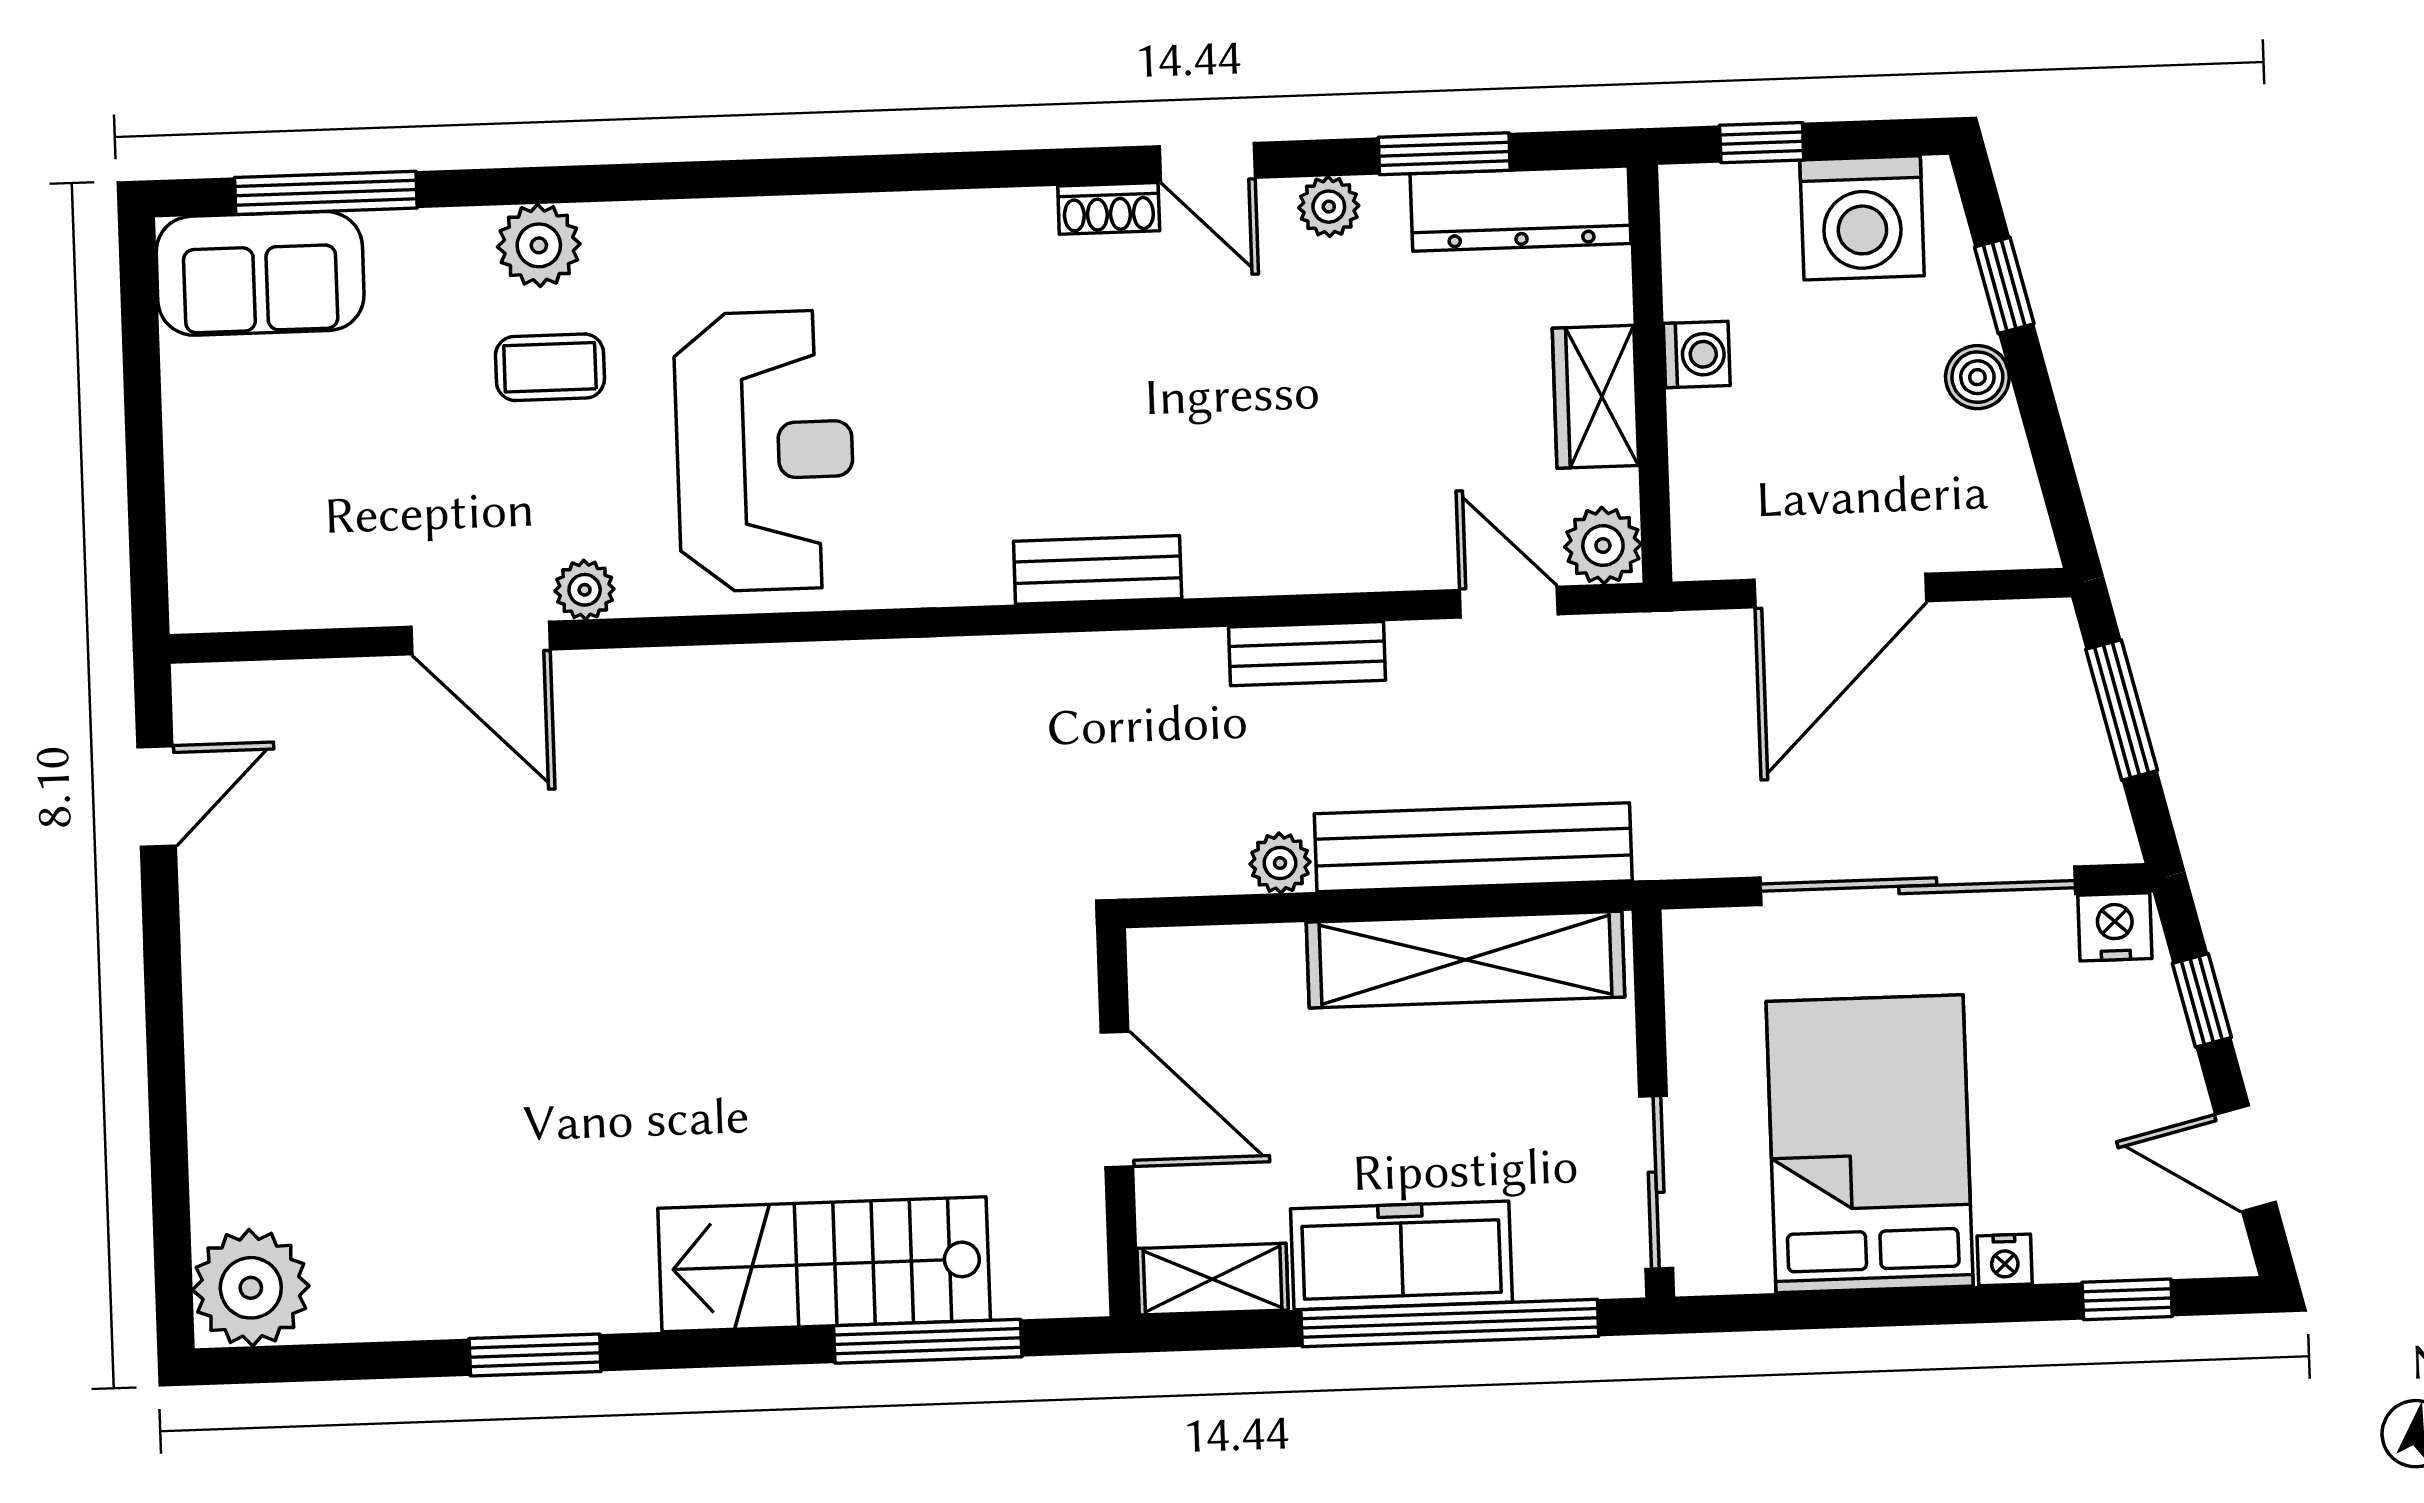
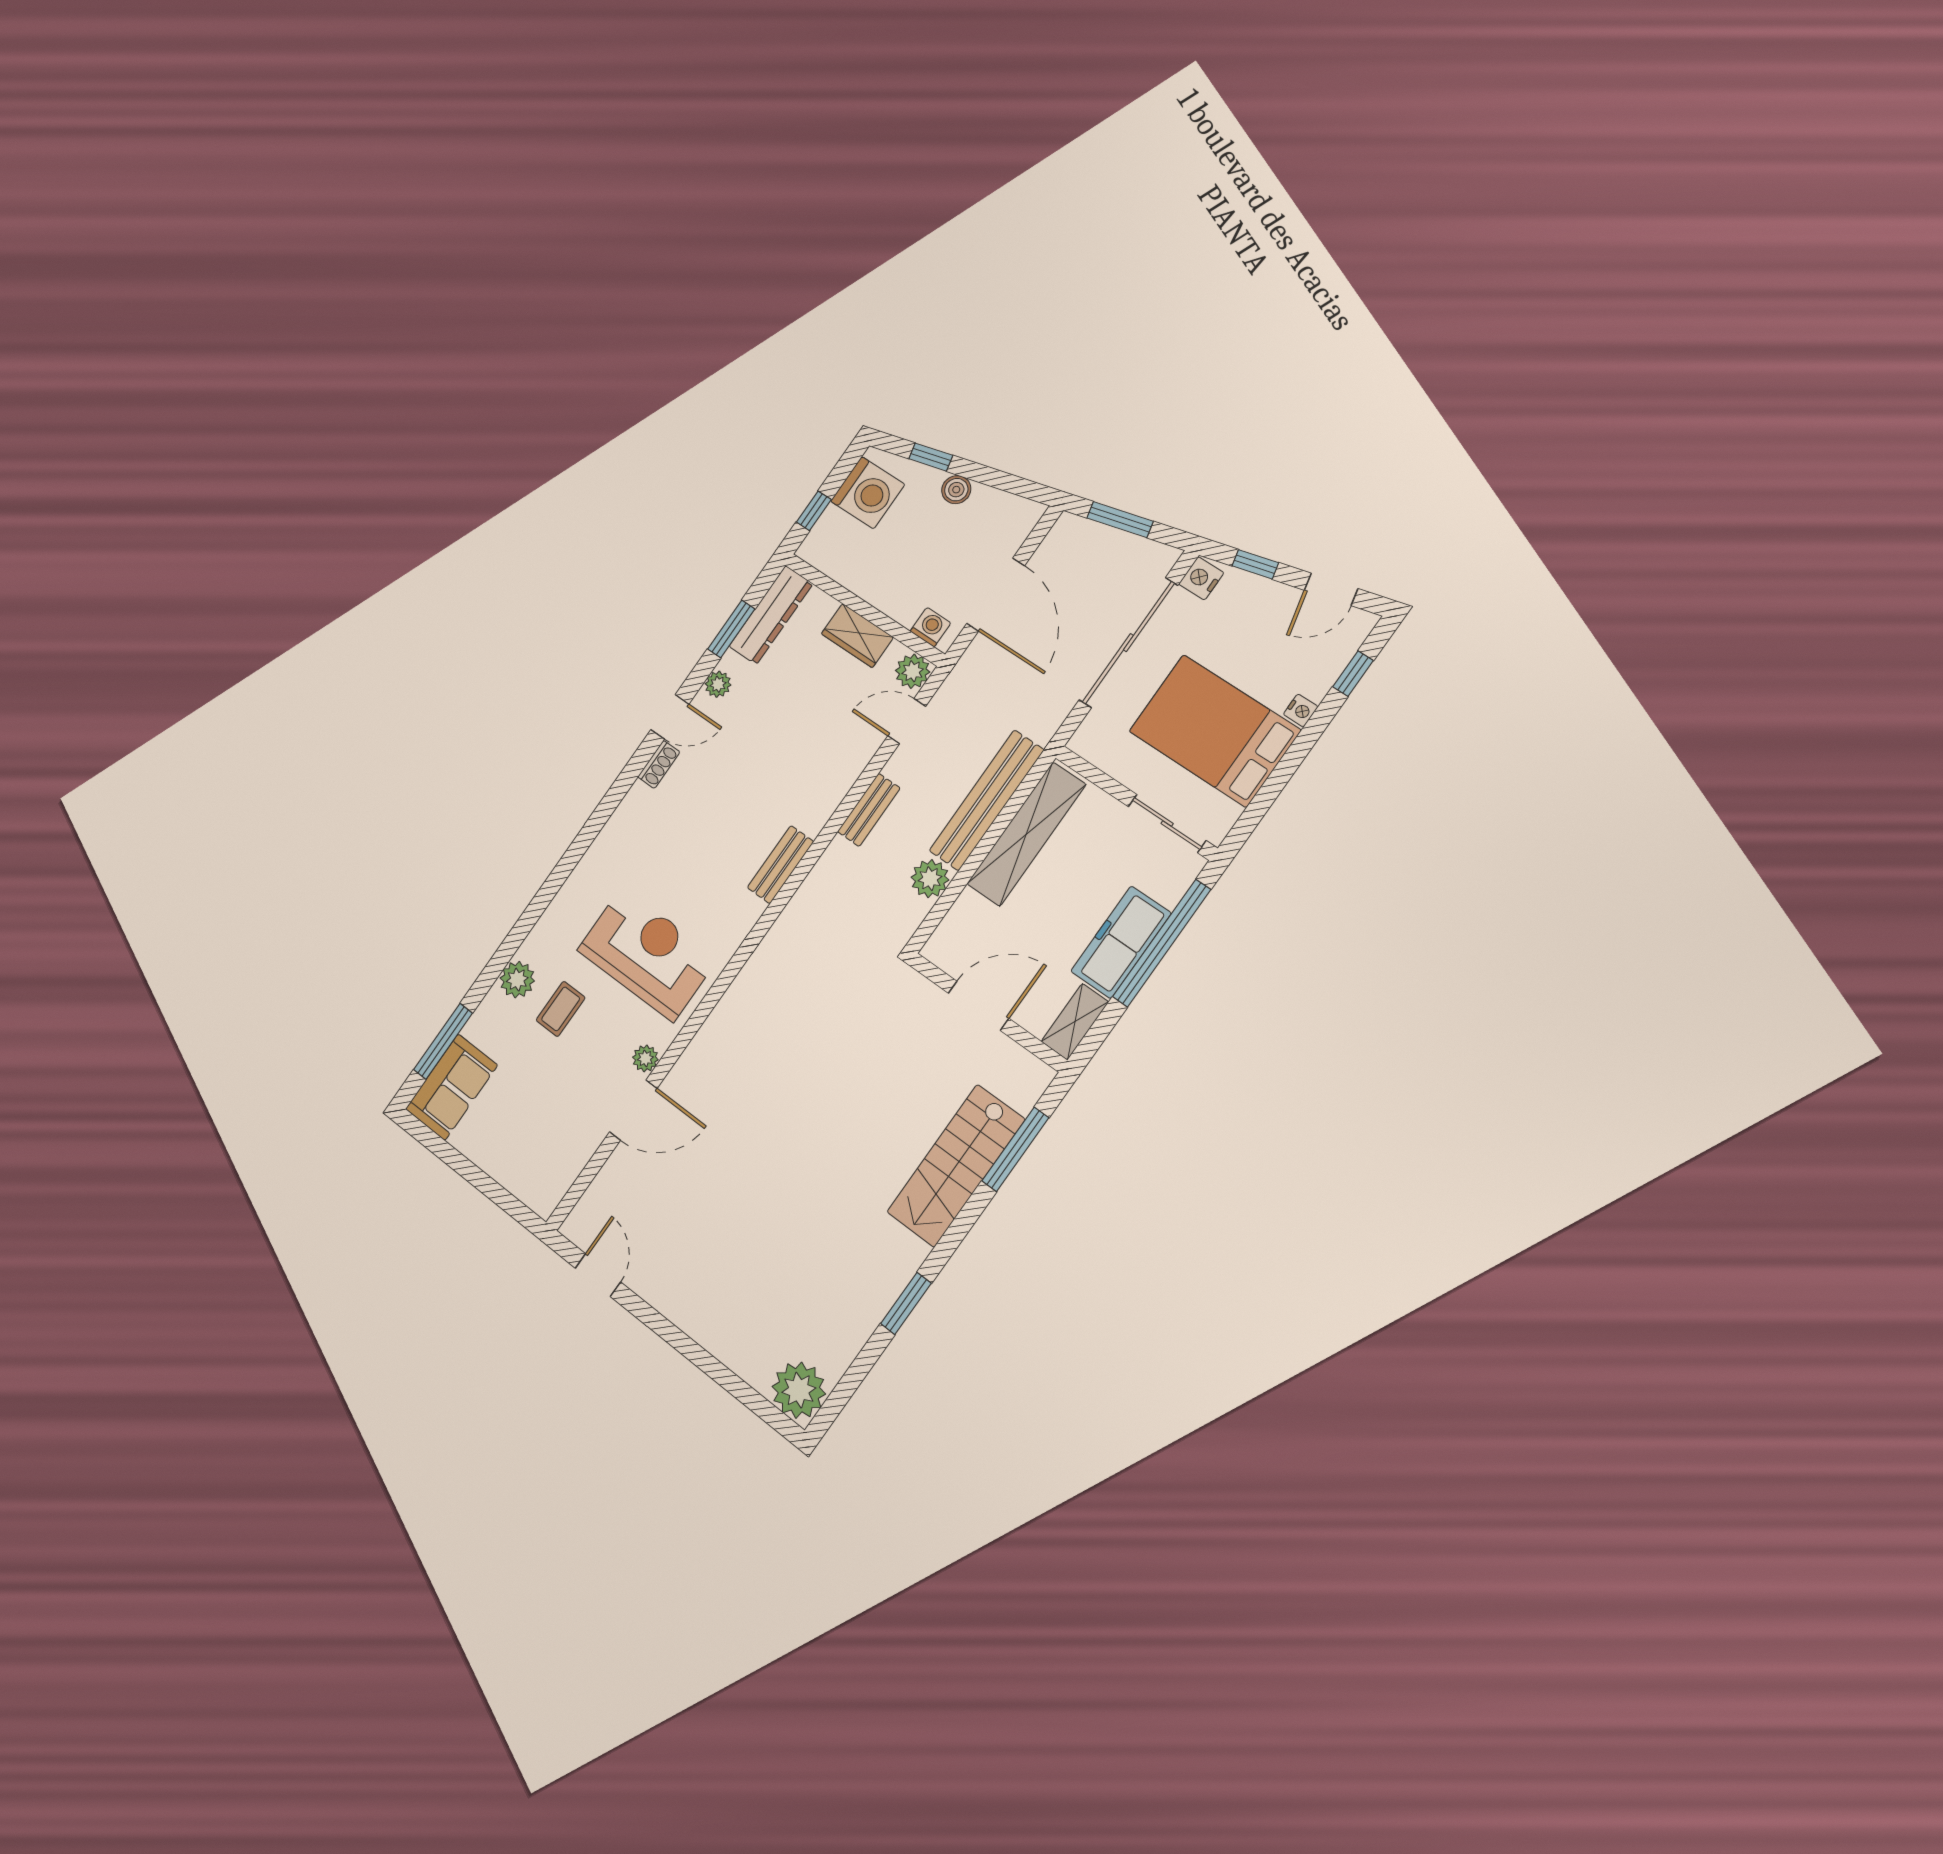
washing machine: (1697, 354) -> (930, 627), moved
plant: (1280, 863) -> (930, 879), width x1.38, depth x1.38

